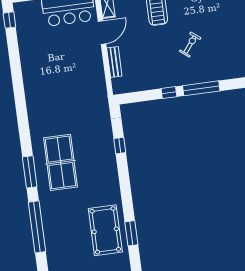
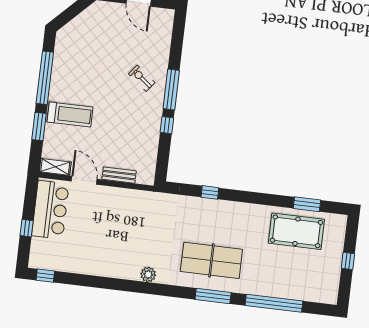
exercise bike: (190, 45) -> (142, 78), moved
plant: (34, 110) -> (148, 275), added

